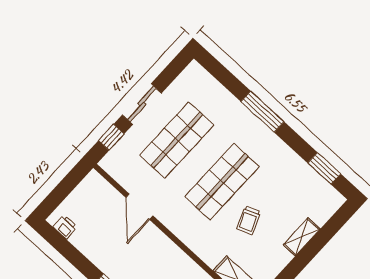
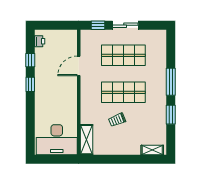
window: (324, 168) -> (171, 115), moved
shelving: (302, 237) -> (152, 150), moved
window: (78, 260) -> (30, 60), added

